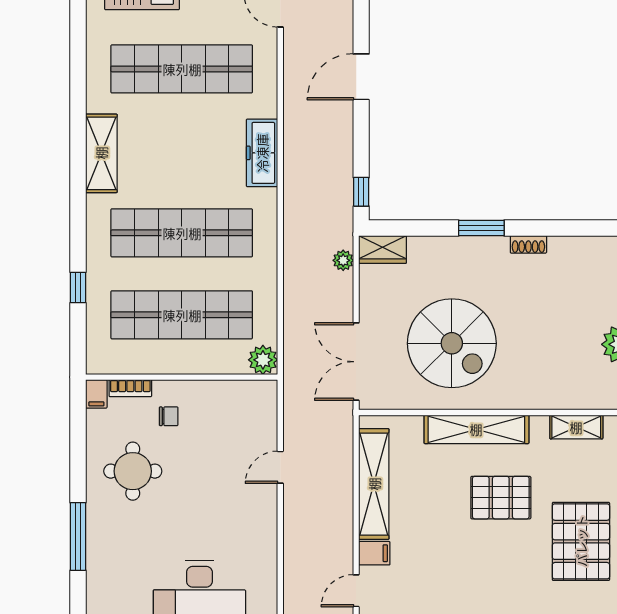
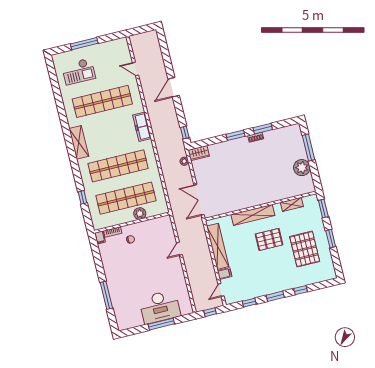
window: (550, 228) -> (263, 129), added
spiral stairs: (452, 343) -> (235, 183), removed
plant: (263, 360) -> (140, 214), moved
round table: (133, 471) -> (122, 264), removed

